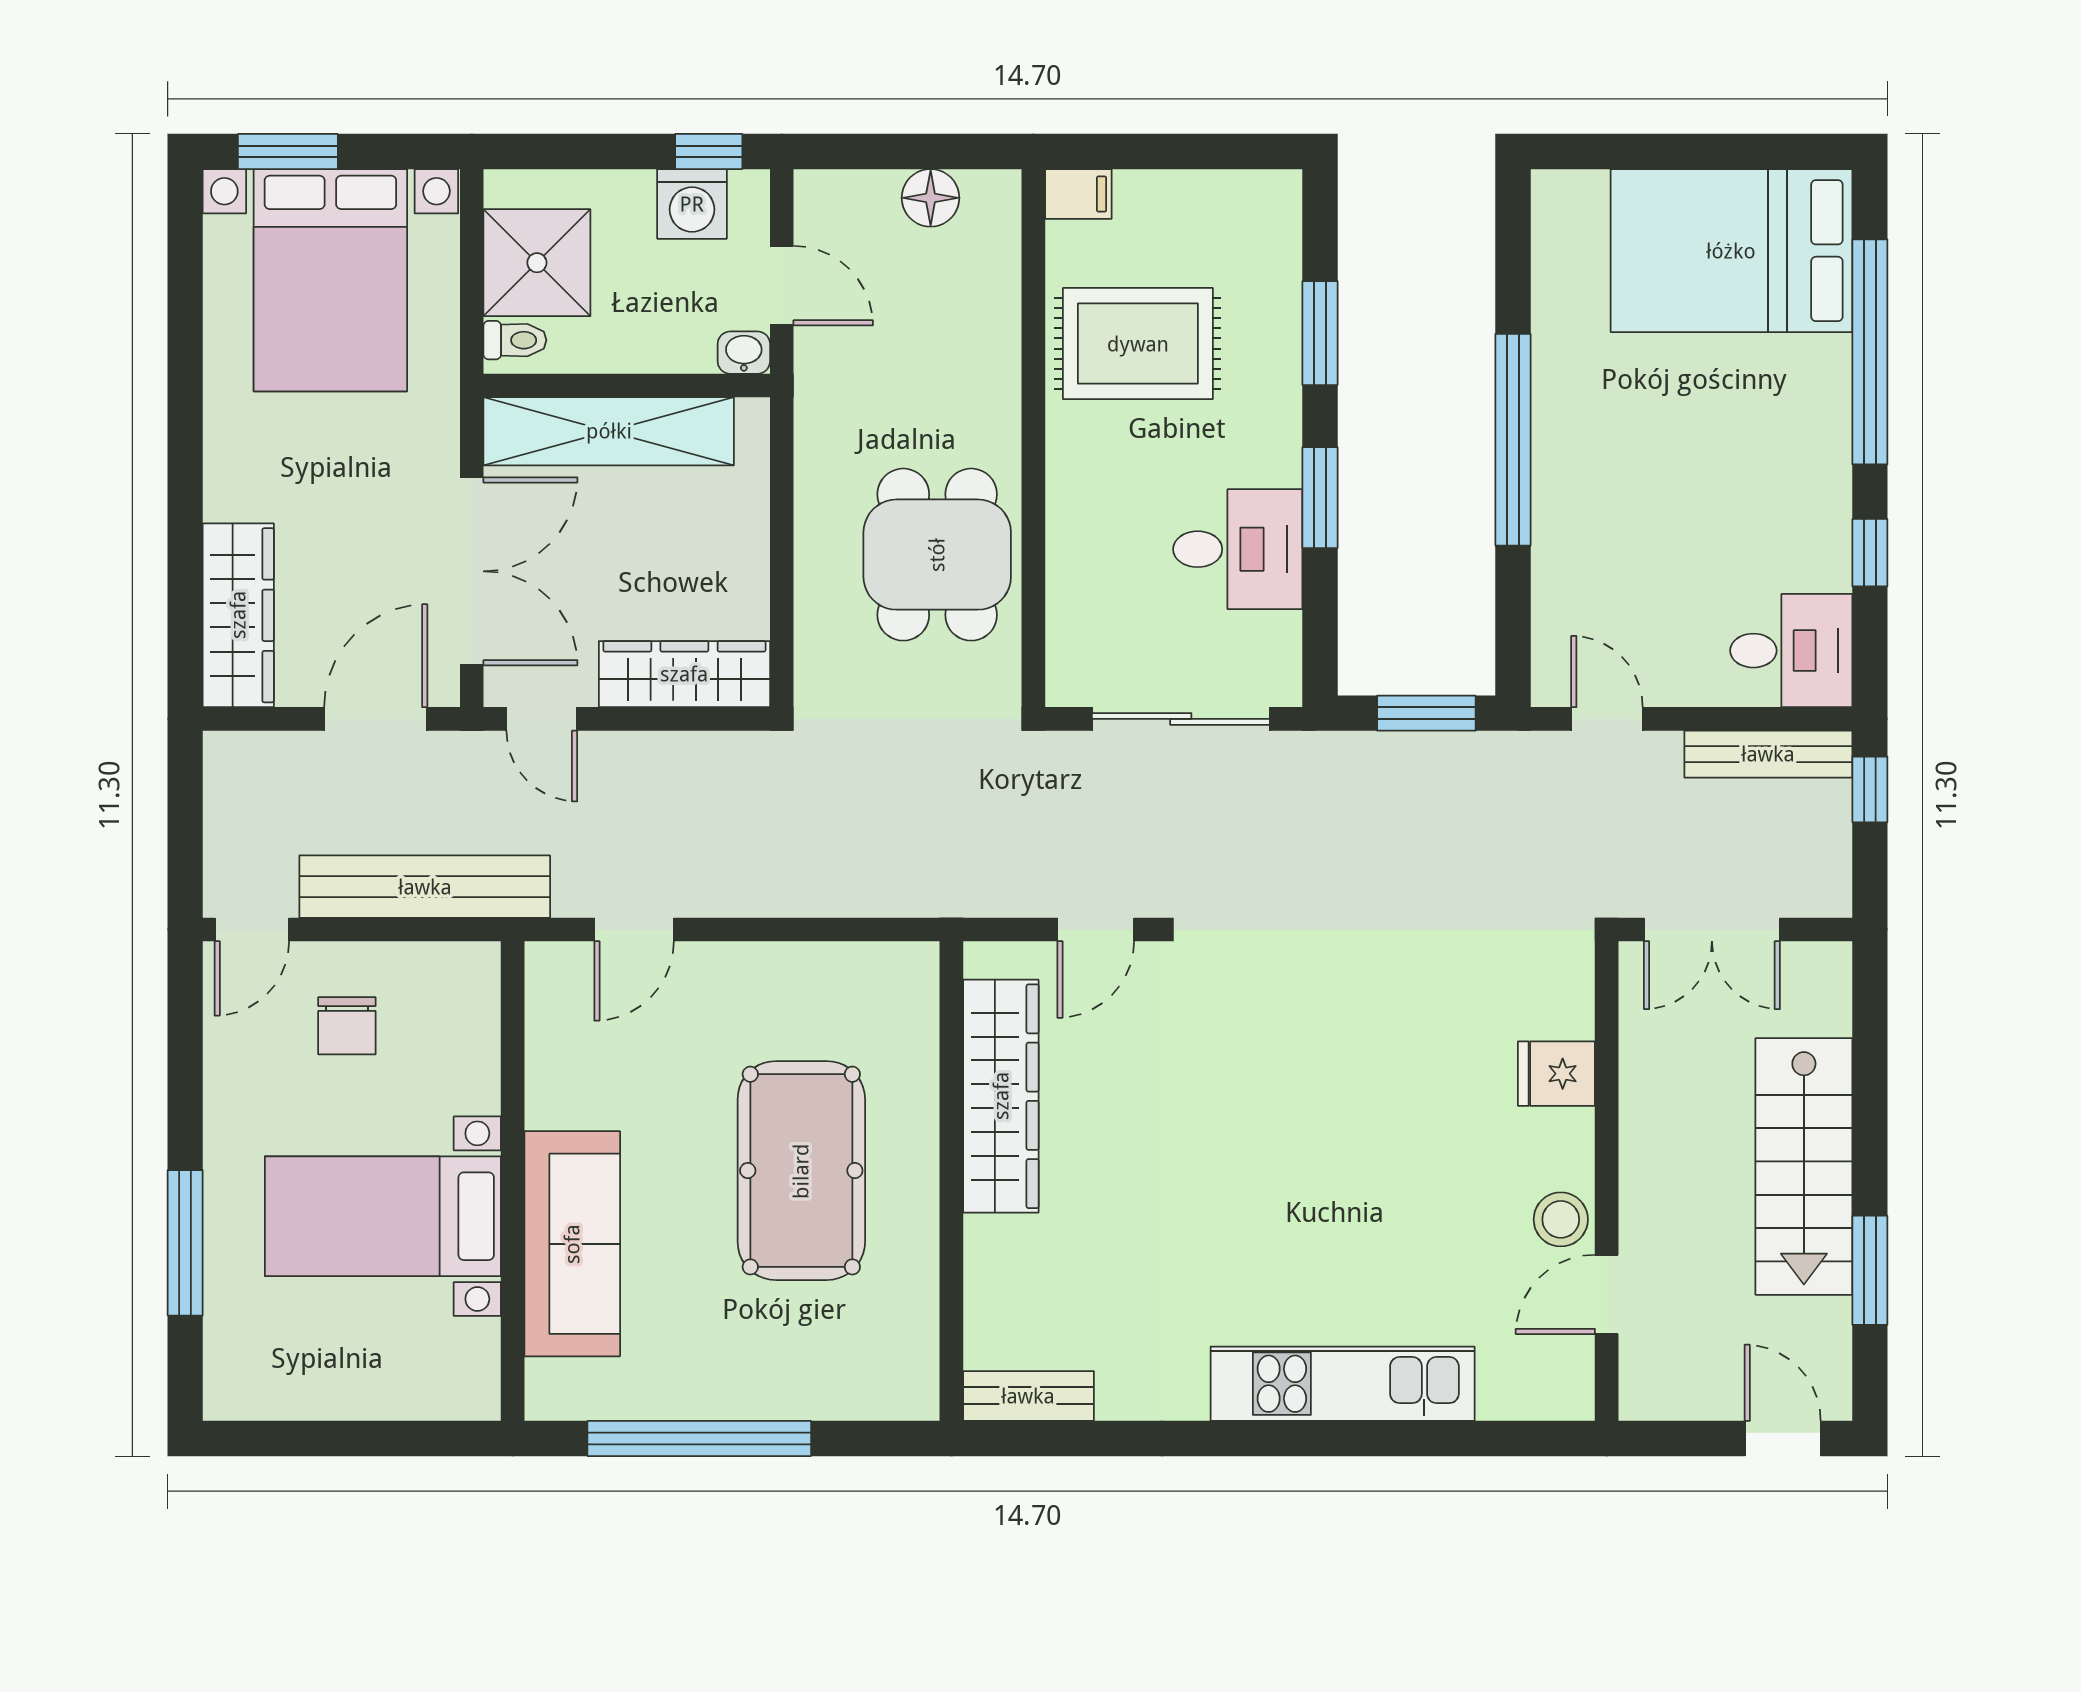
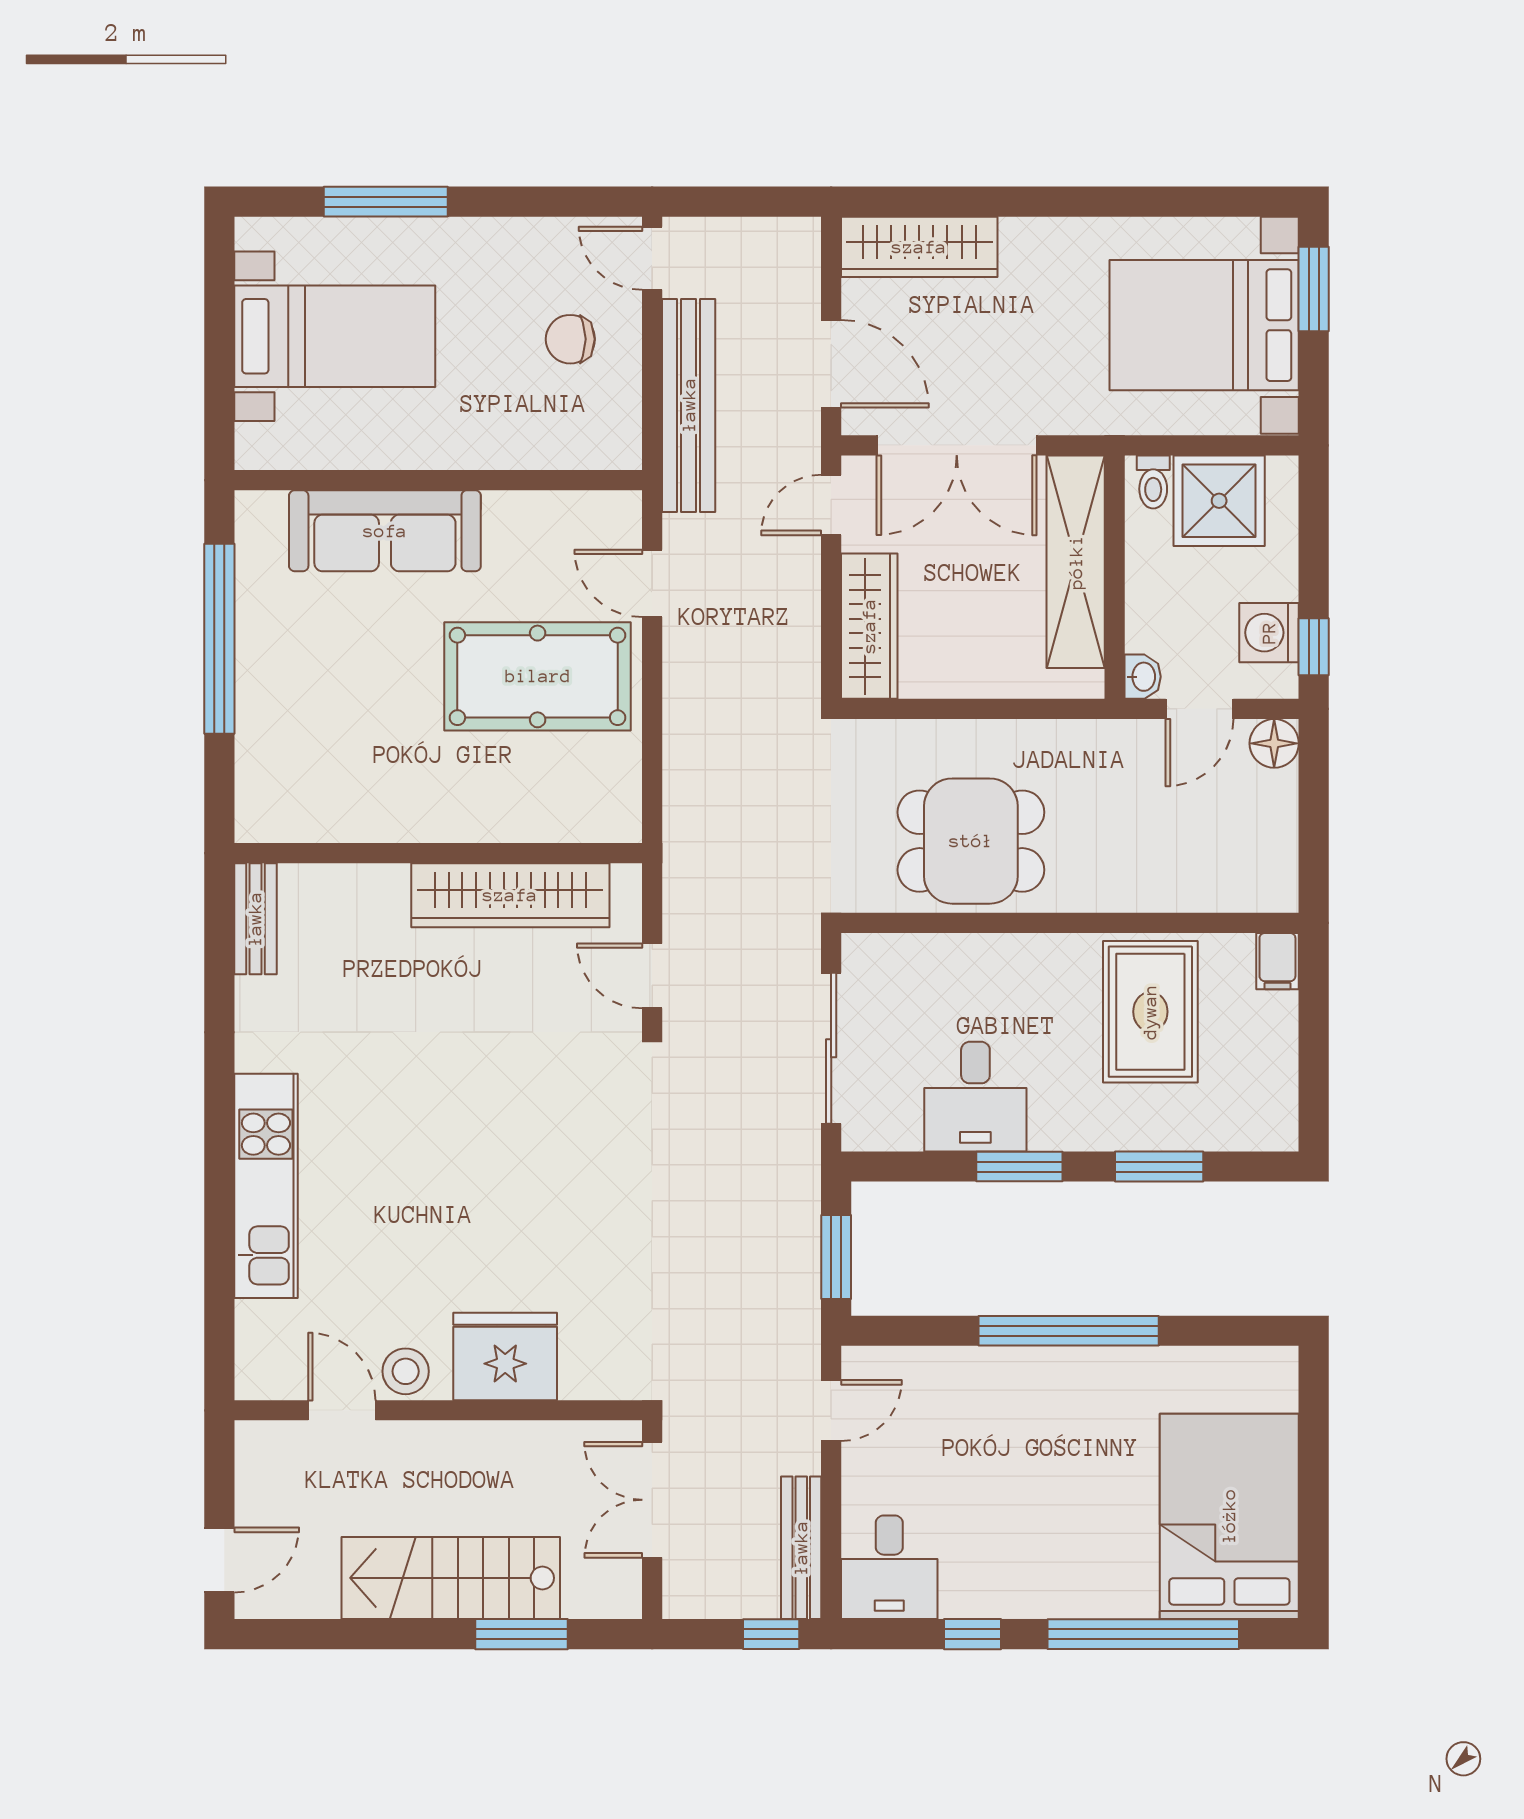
floor lamp: (931, 198) -> (1274, 743), moved
fridge: (1556, 1074) -> (505, 1356), width x1.88, depth x1.34
pool table: (801, 1171) -> (538, 676), moved
bed with nightstands: (383, 1216) -> (335, 336), moved, turned 90
window: (1870, 1270) -> (522, 1634), moved

